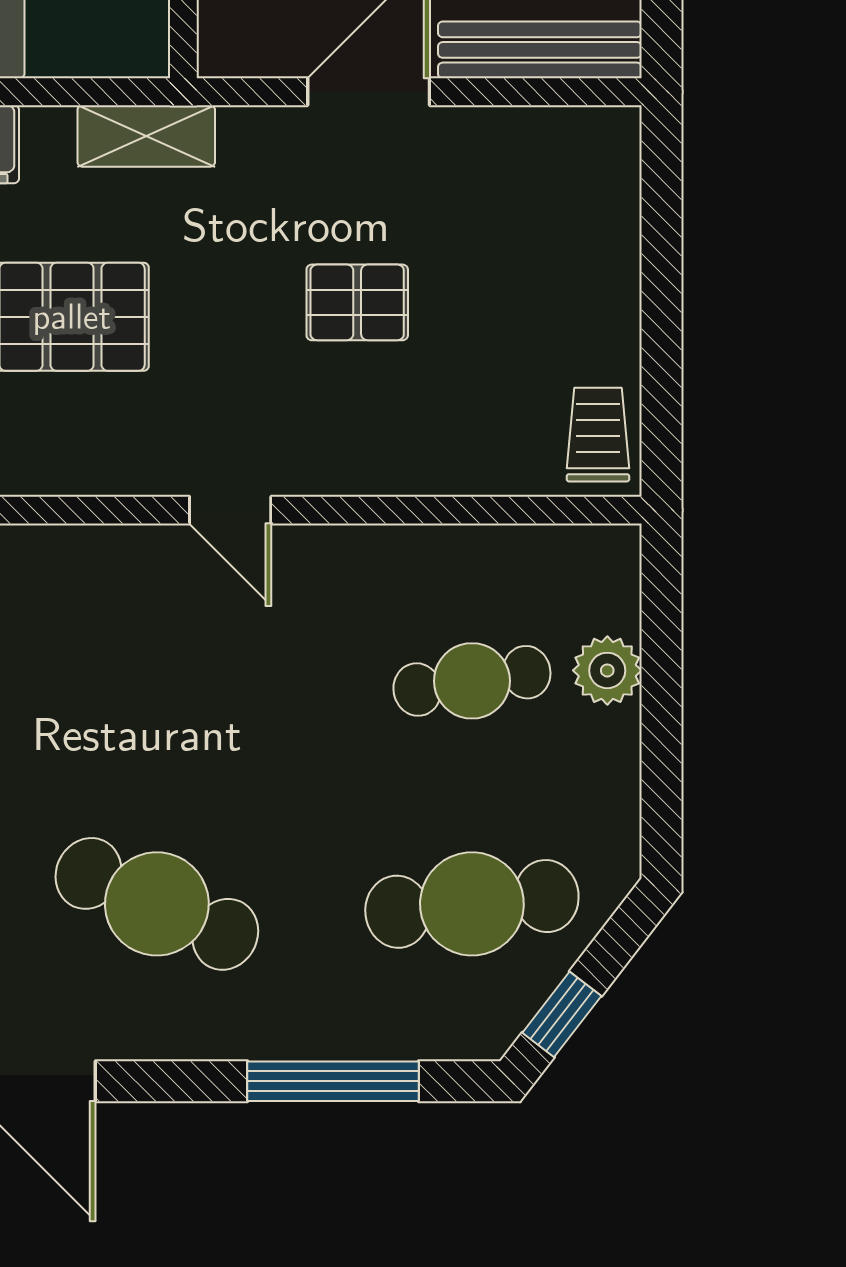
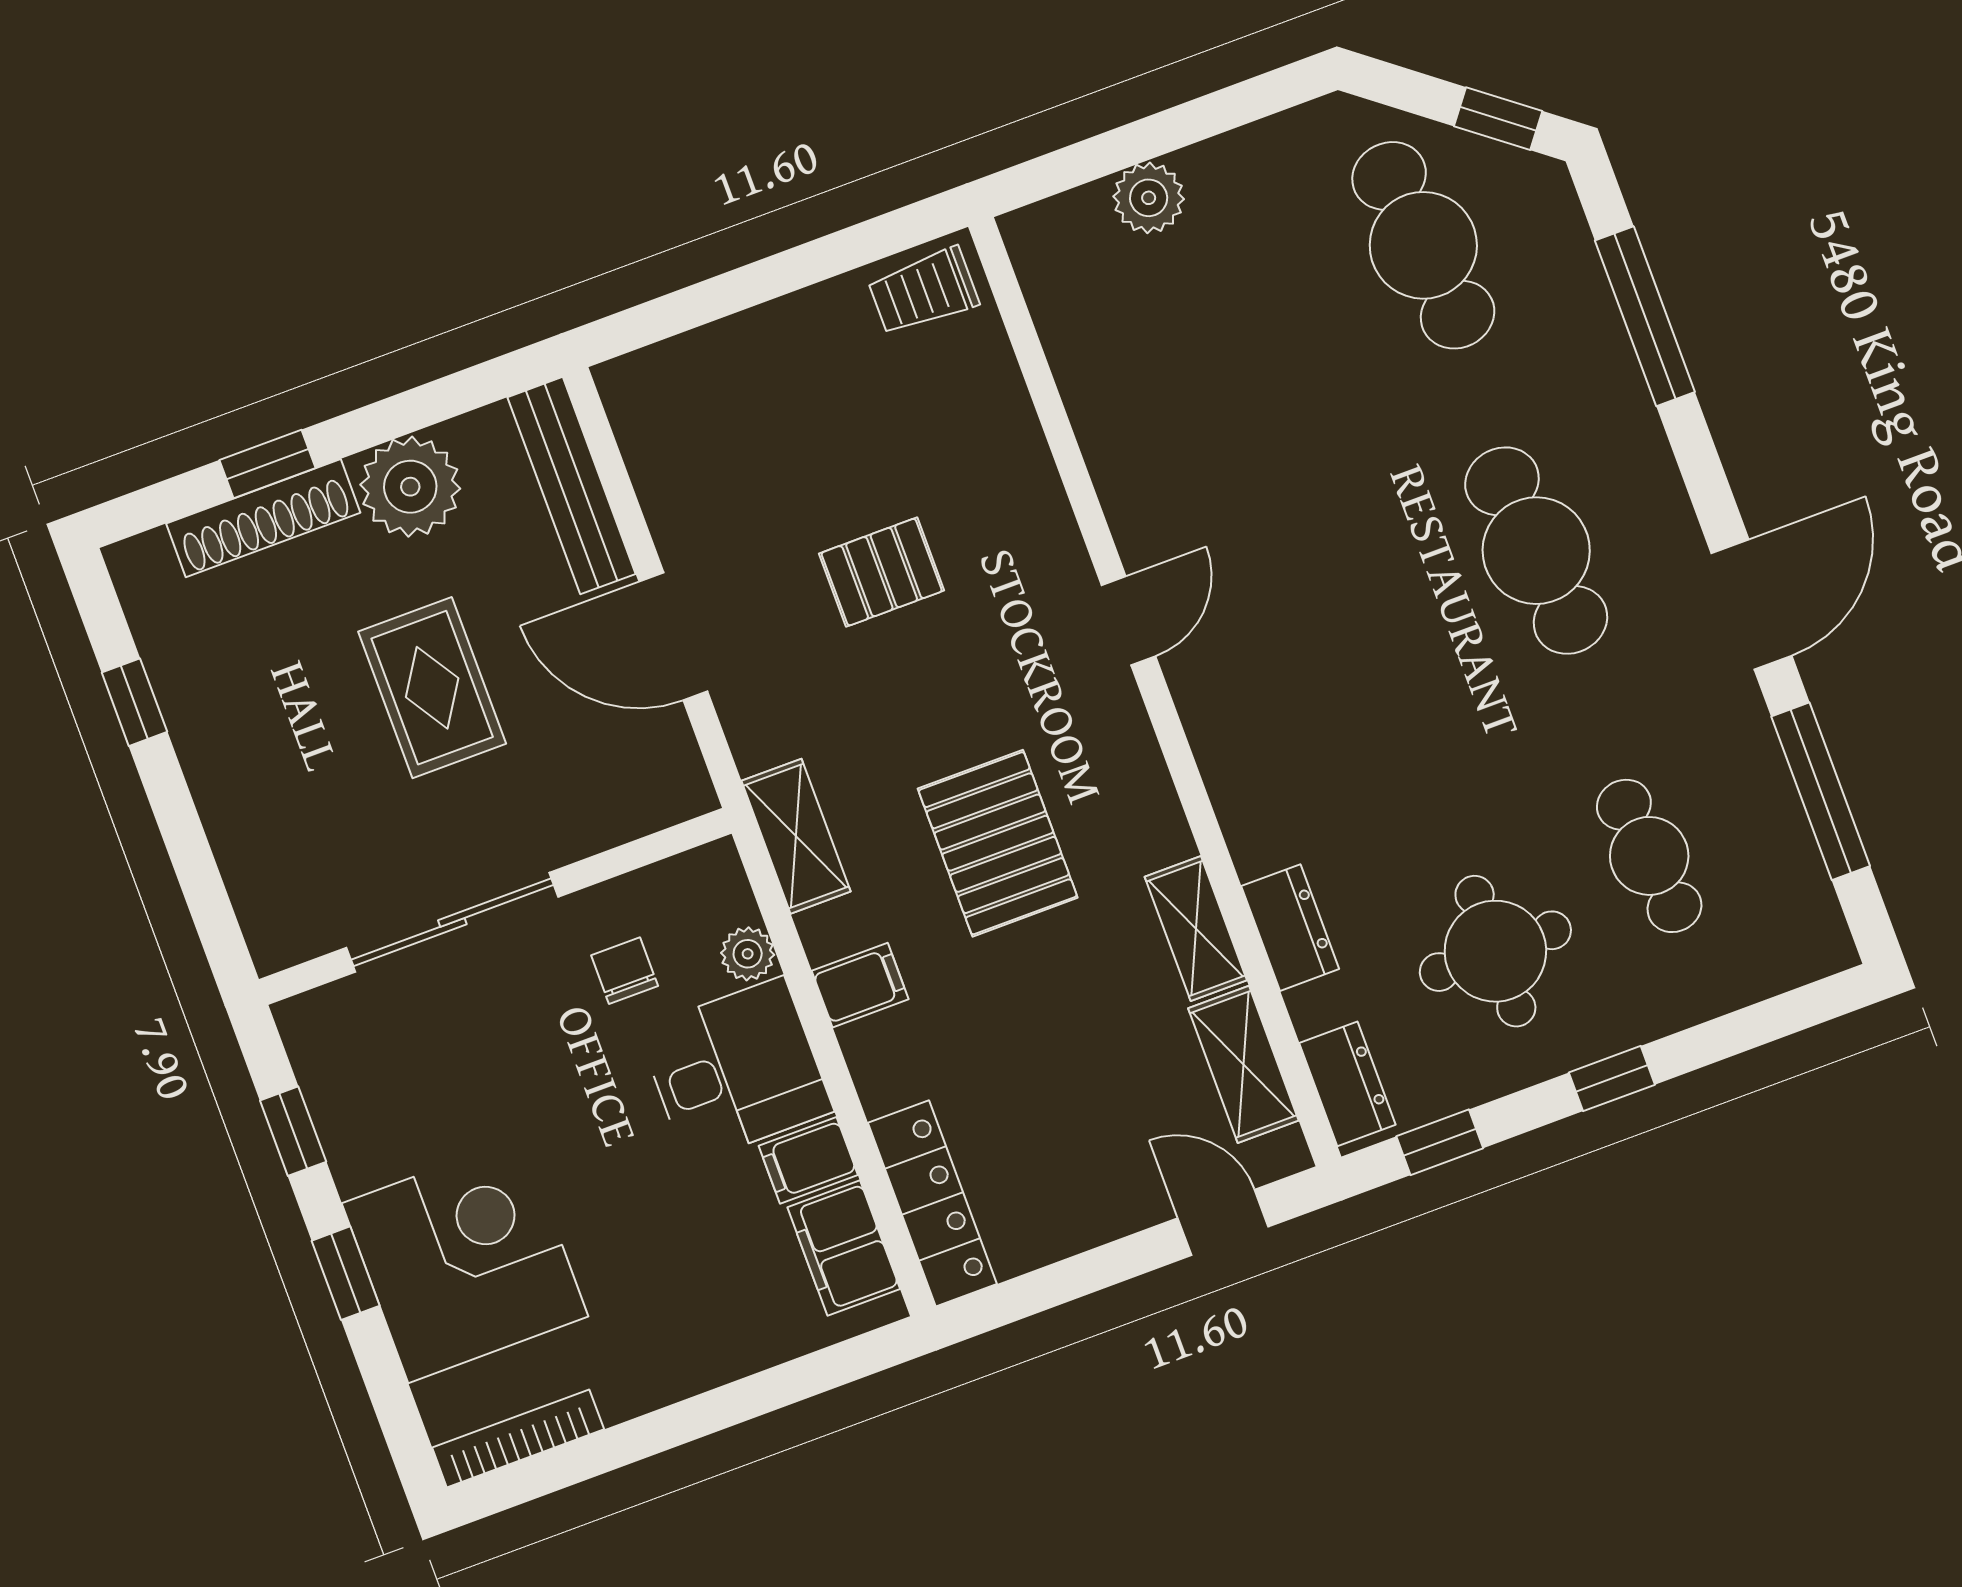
plant: (56, 53) -> (748, 954), added
pallet: (357, 302) -> (882, 572), turned 90
cafe table: (472, 681) -> (1207, 325), removed
cafe table: (157, 904) -> (1536, 551), turned -30

